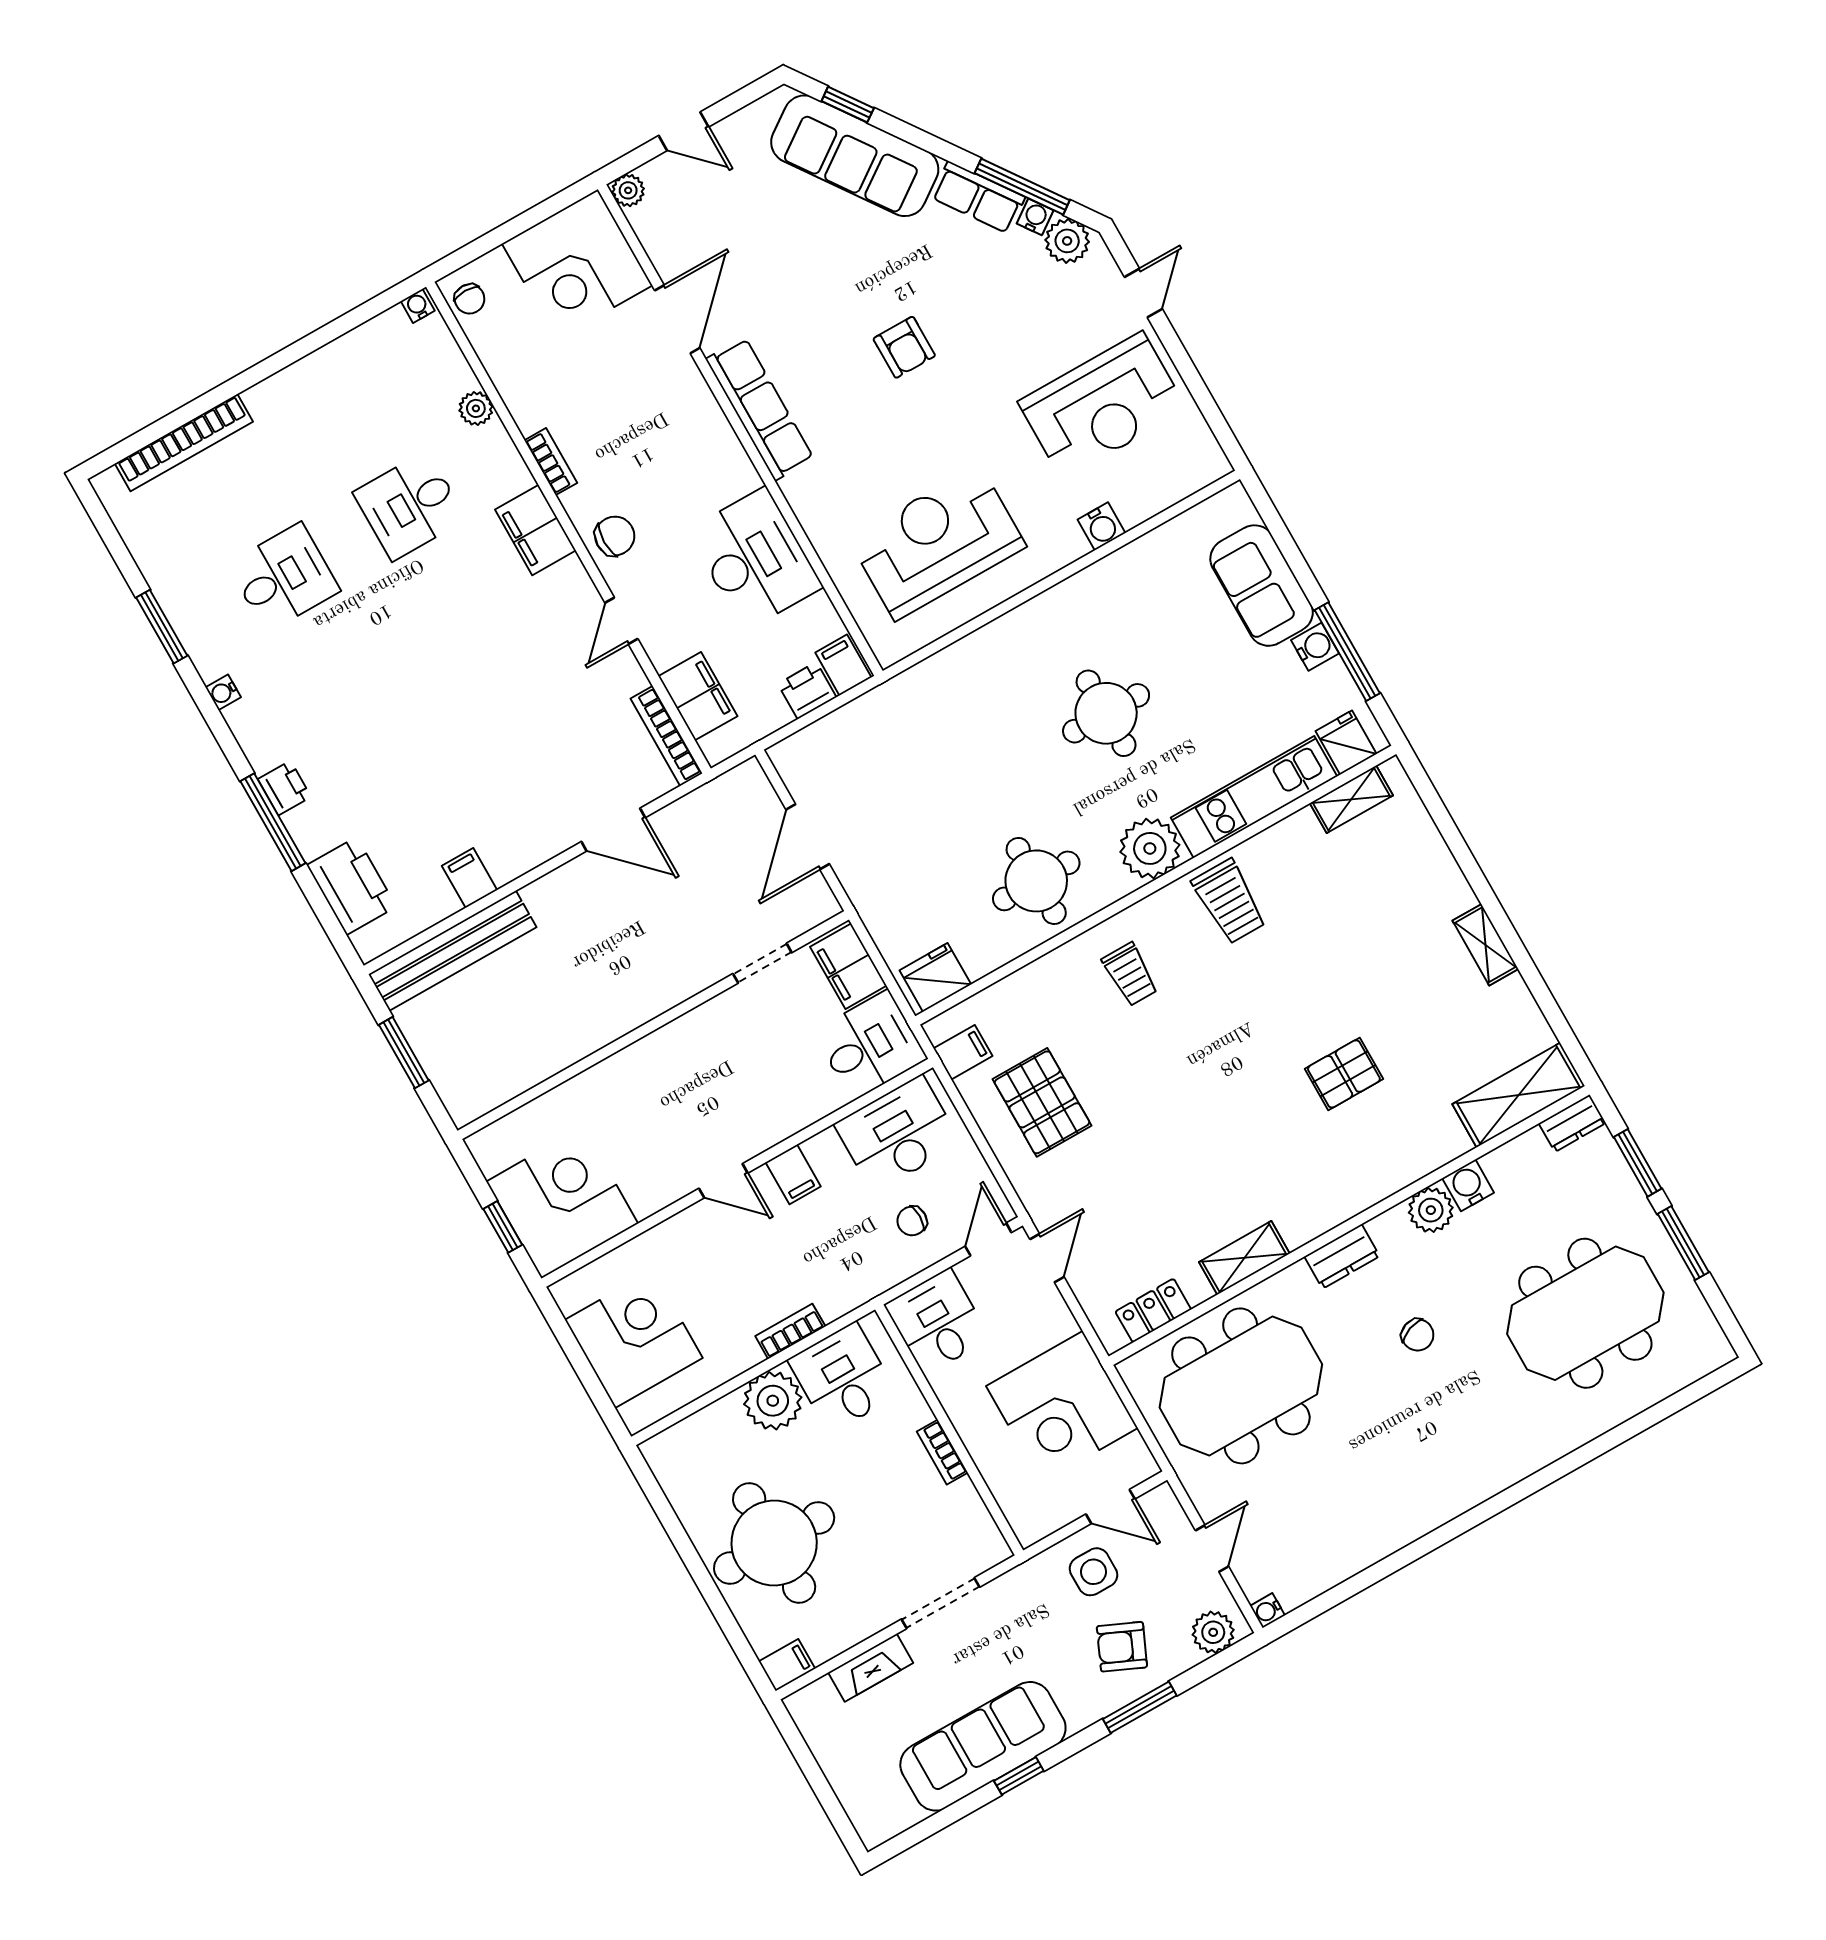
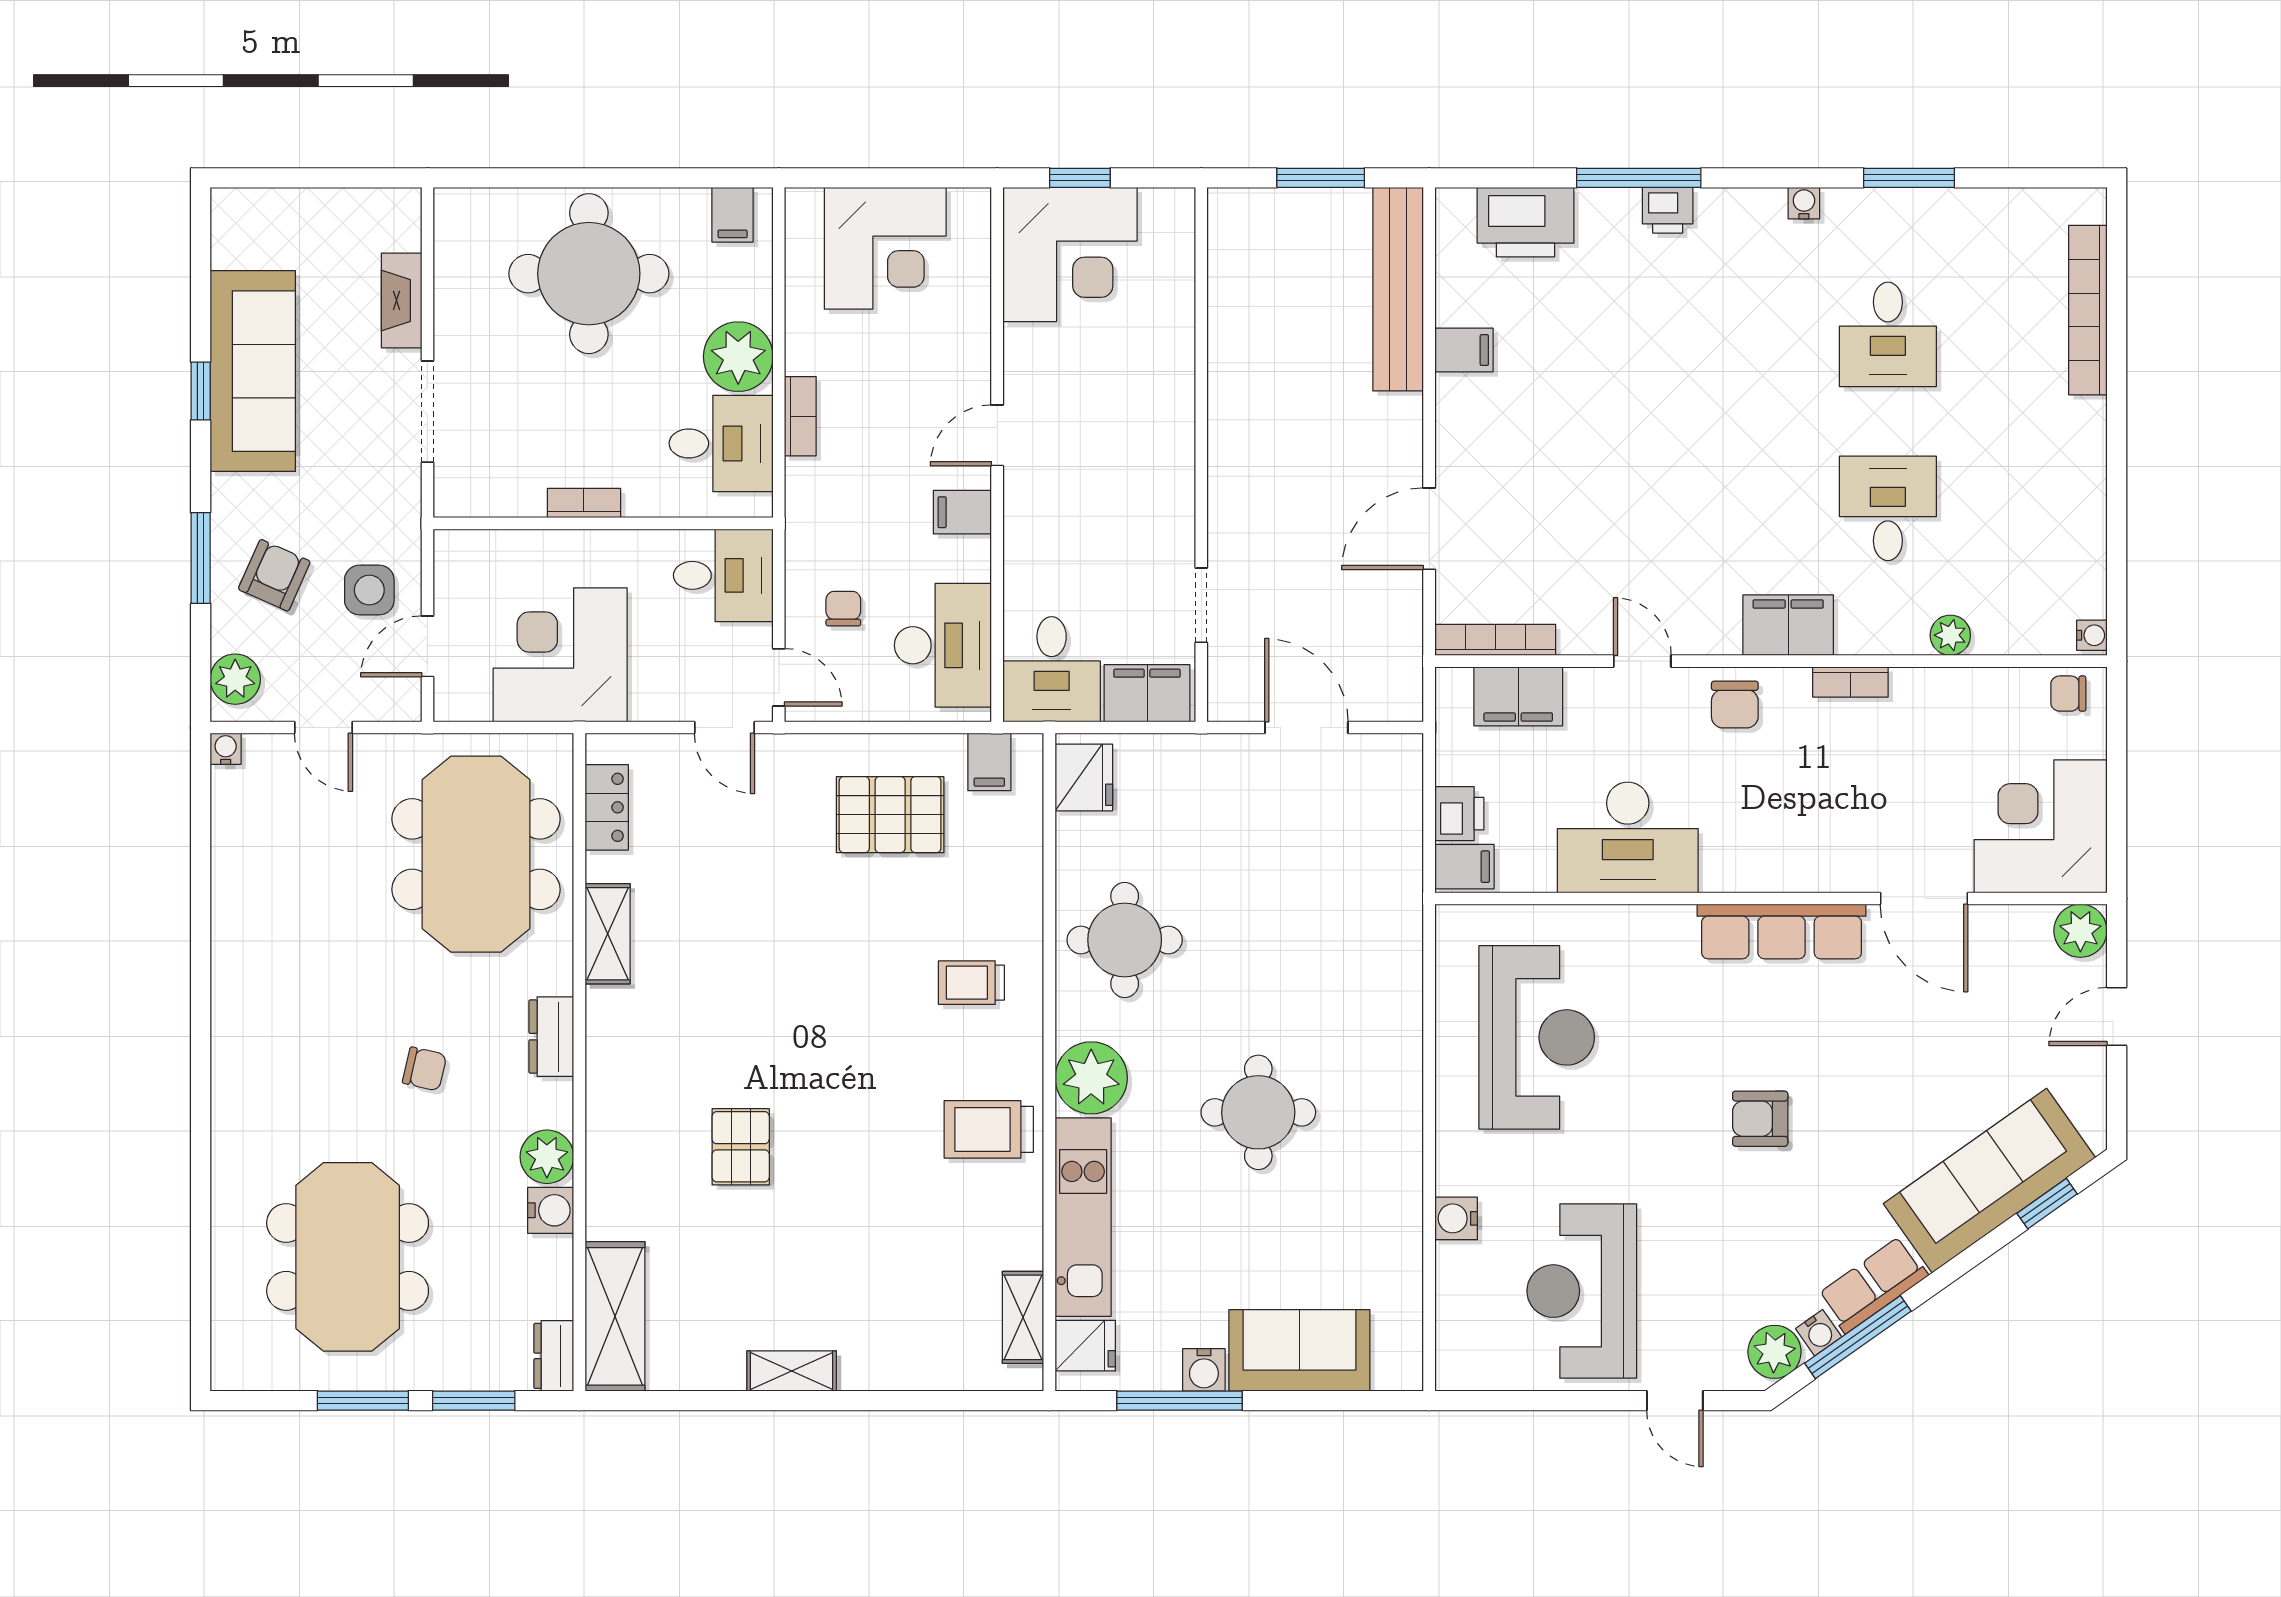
plant: (628, 190) -> (2080, 931), width x1.38, depth x1.38
chair: (1418, 1335) -> (425, 1069), turned -147
filing cabinet: (787, 1665) -> (733, 215), moved

